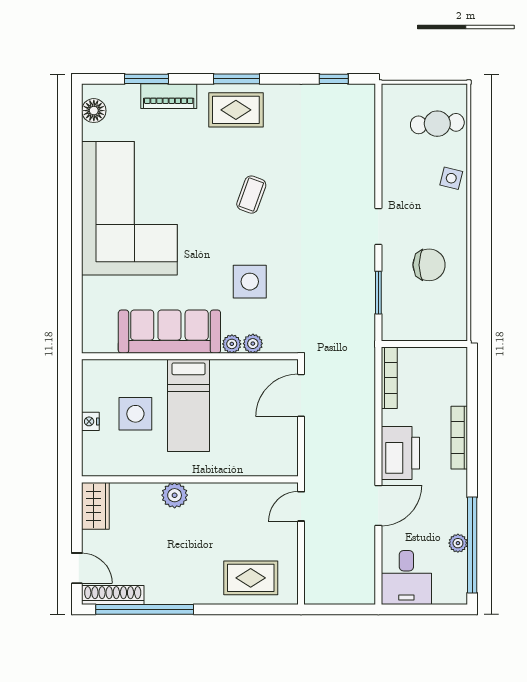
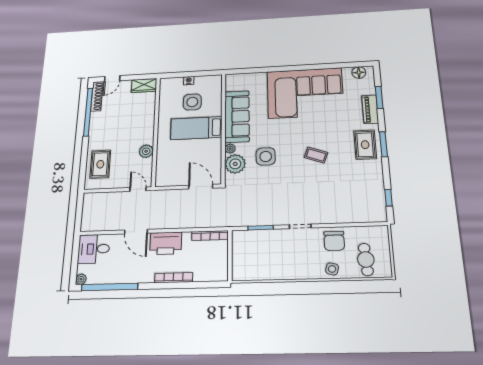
chair: (429, 265) -> (334, 241), moved
plant: (253, 344) -> (235, 164), width x1.88, depth x1.88
plant: (175, 495) -> (146, 151), moved
plant: (458, 543) -> (81, 279), moved

